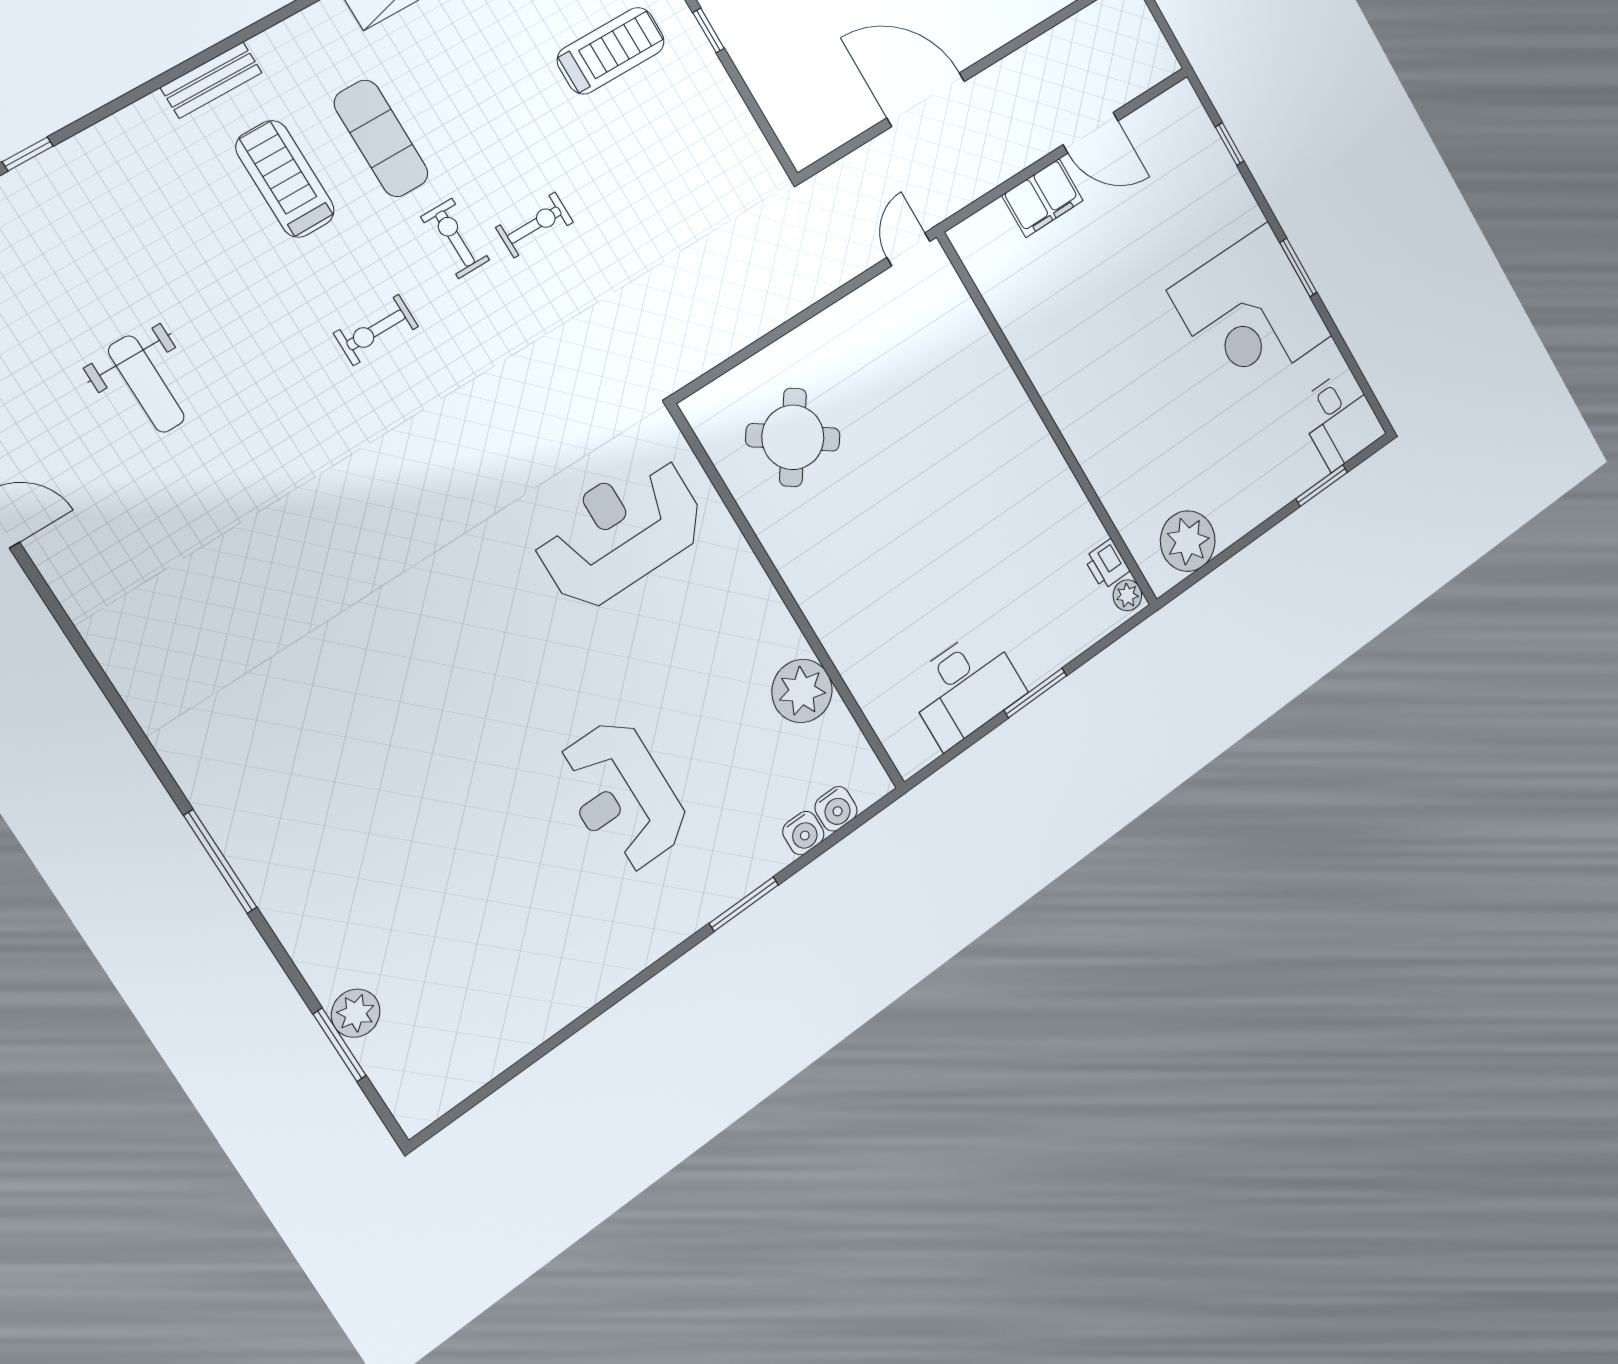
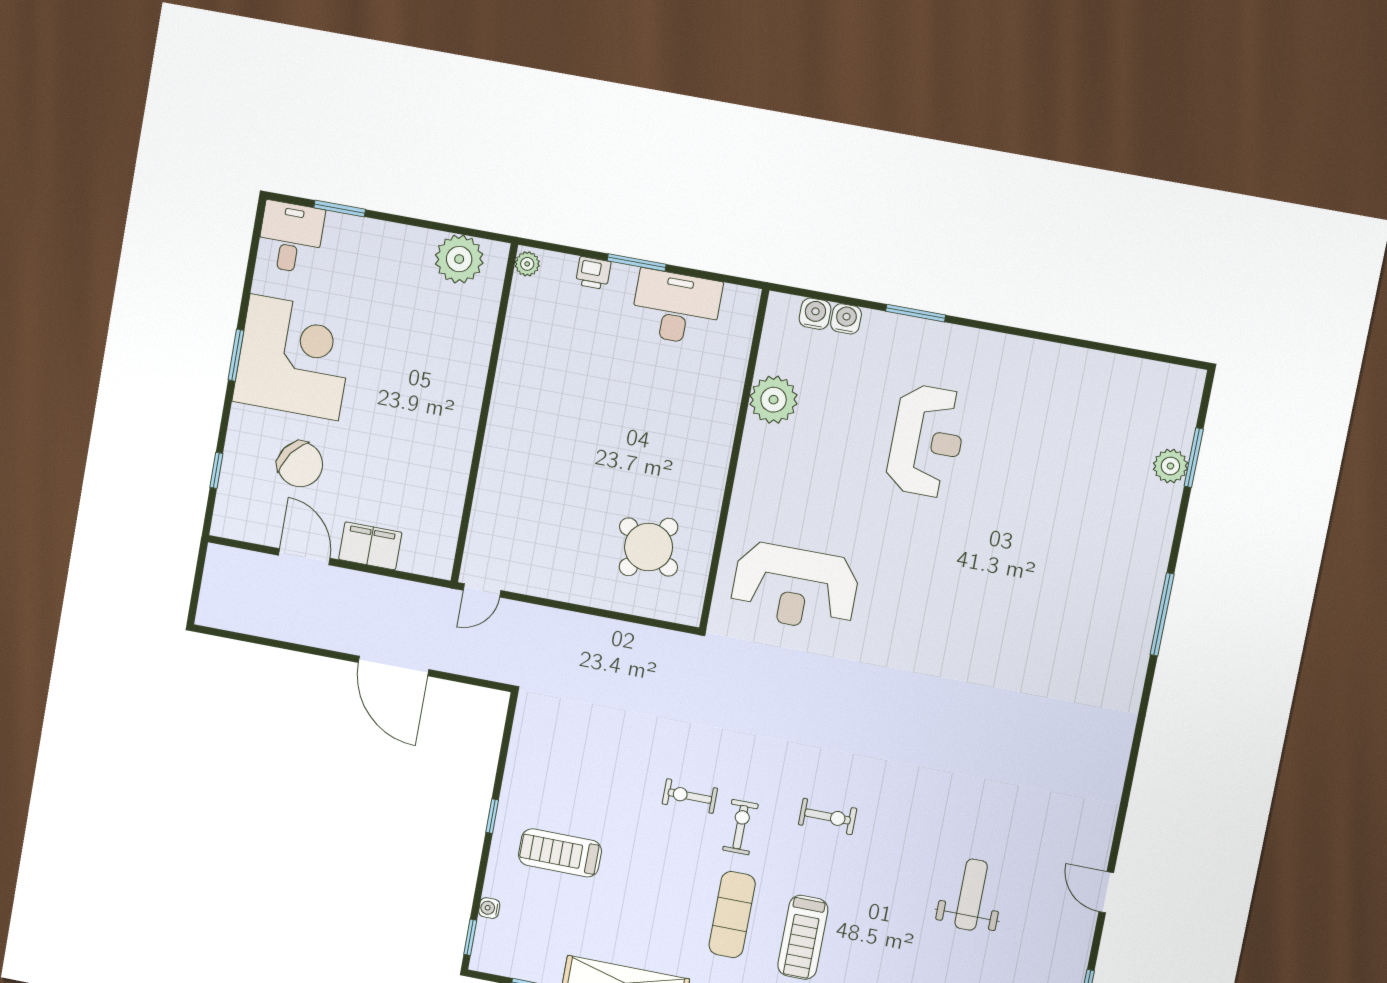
chair: (1165, 218) -> (300, 464), added
exercise bike: (455, 239) -> (740, 827), turned 180
printer: (1107, 564) -> (593, 273), moved, turned 90

